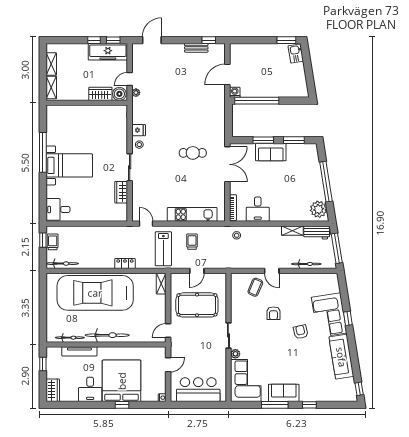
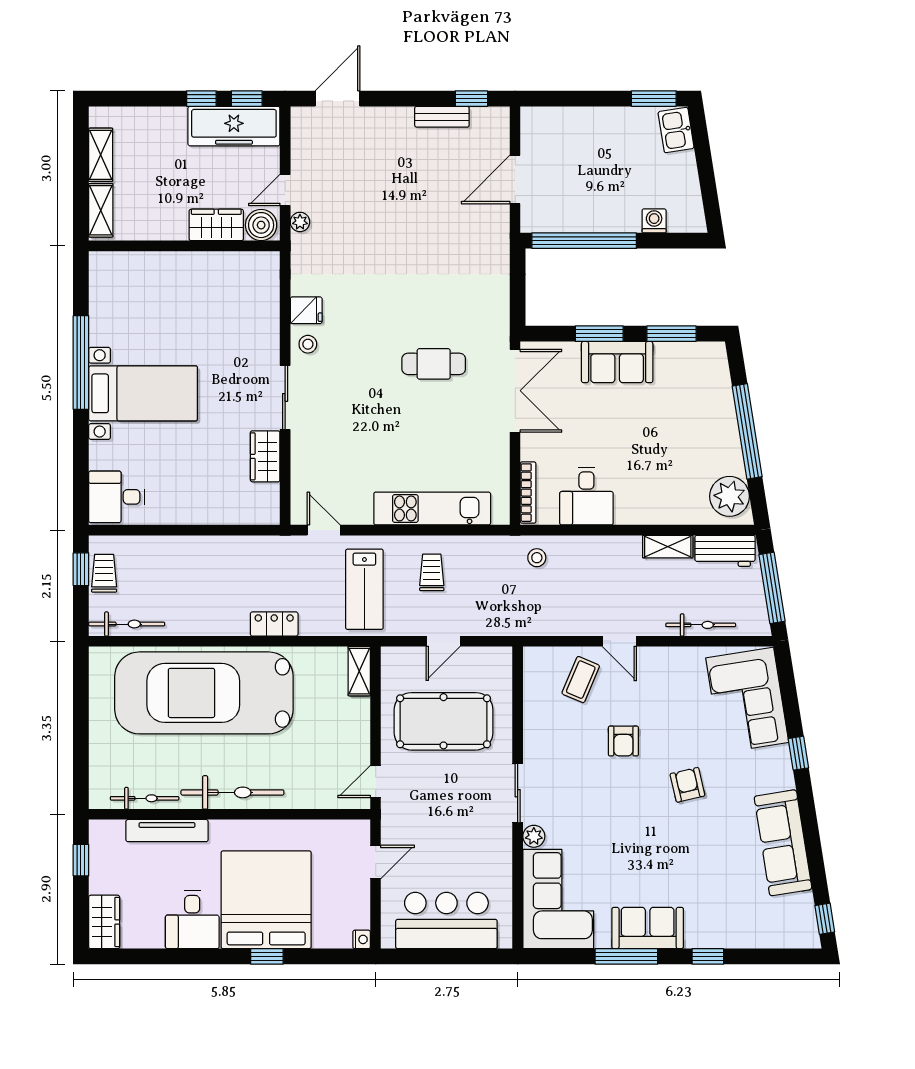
washing machine: (235, 92) -> (654, 221), moved
corner sofa: (329, 315) -> (747, 700), moved

